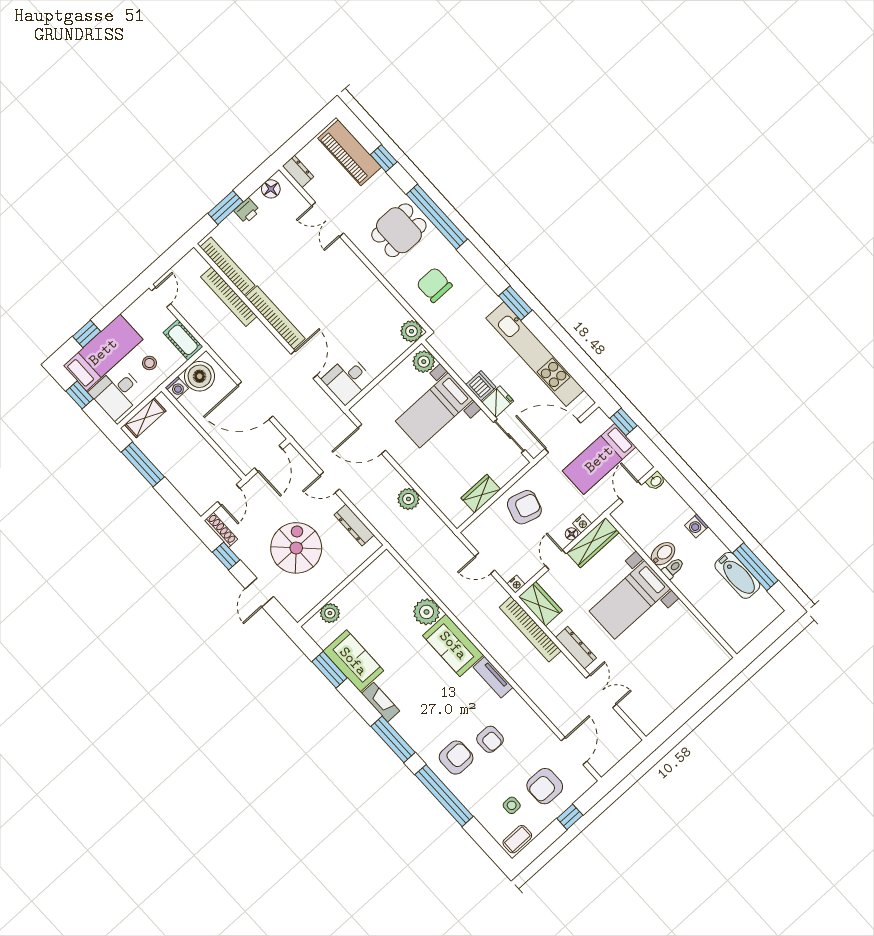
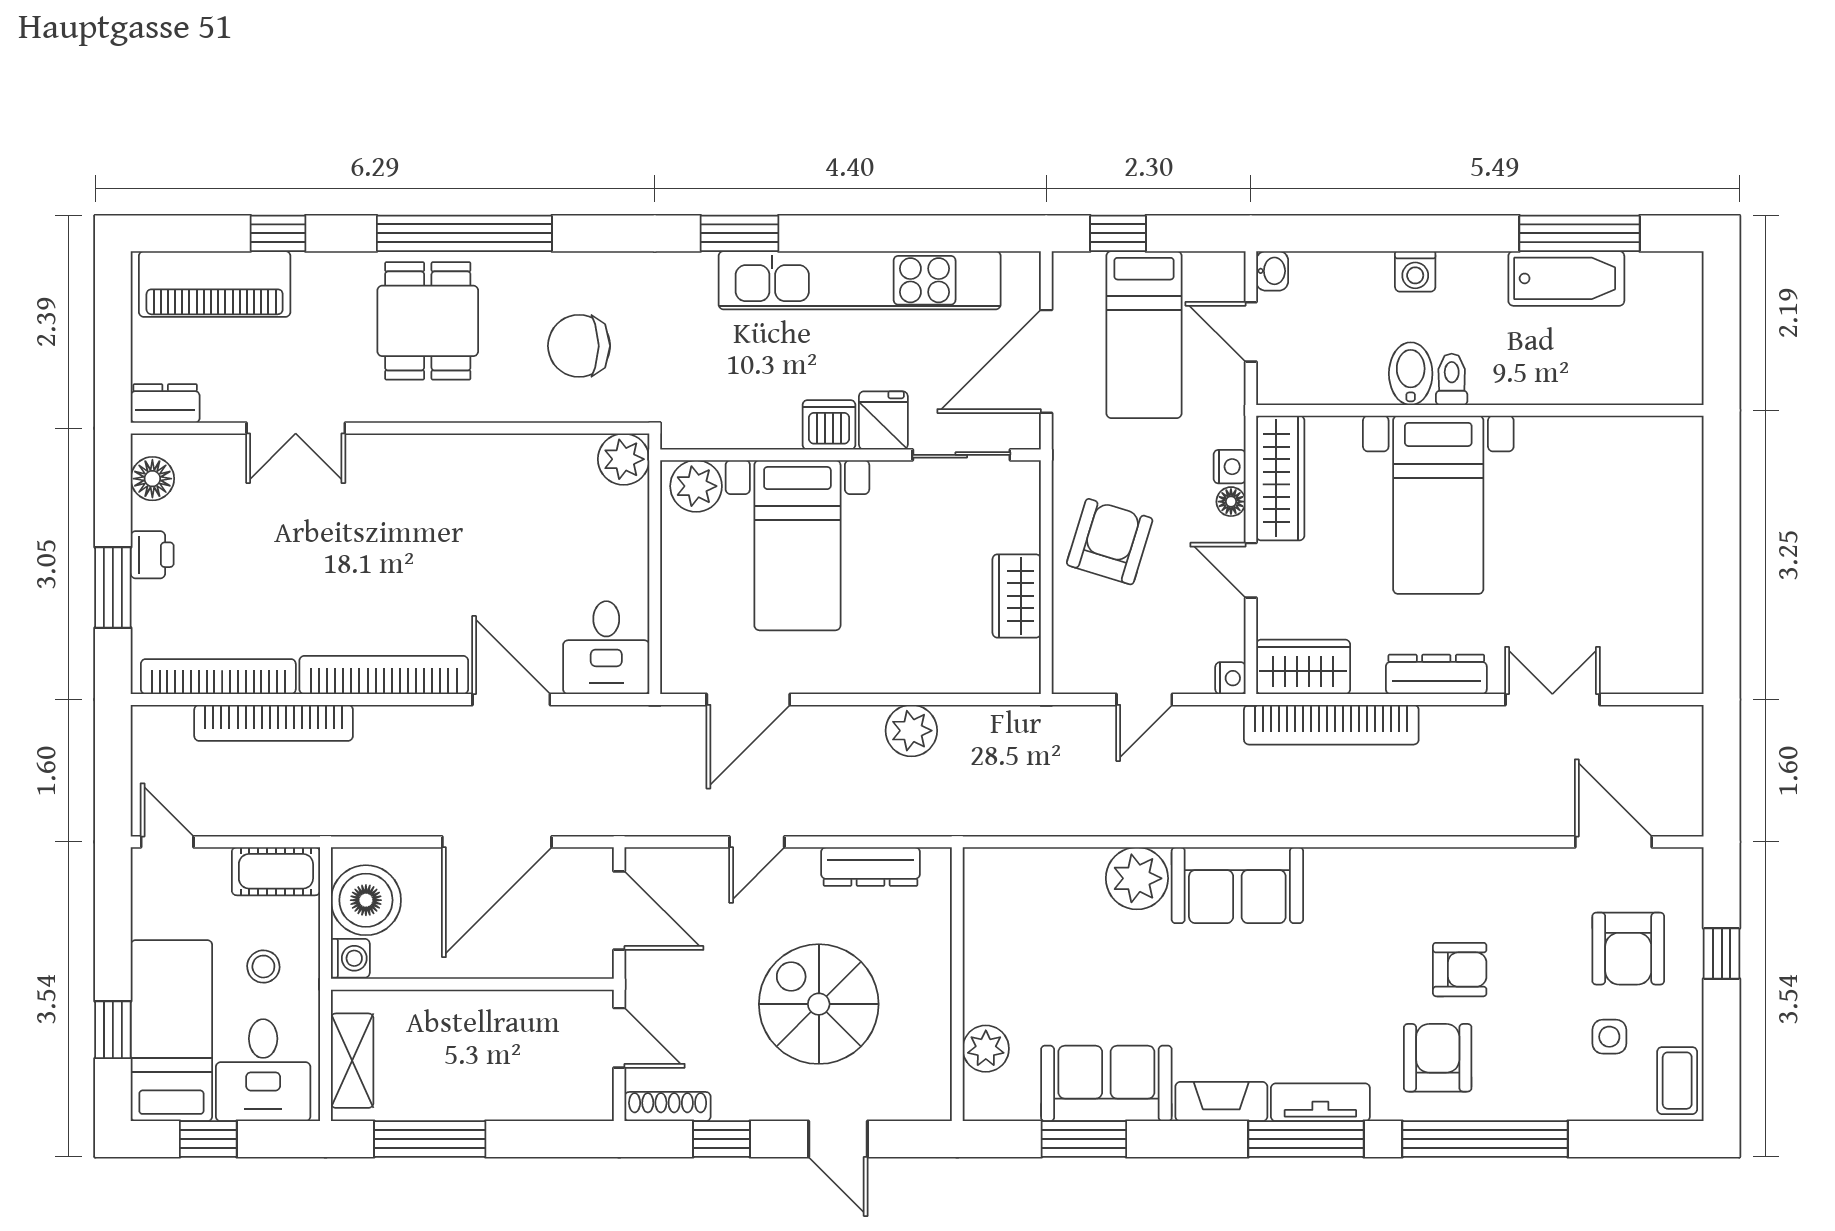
tv unit: (493, 677) -> (1320, 1102), moved, turned 180

